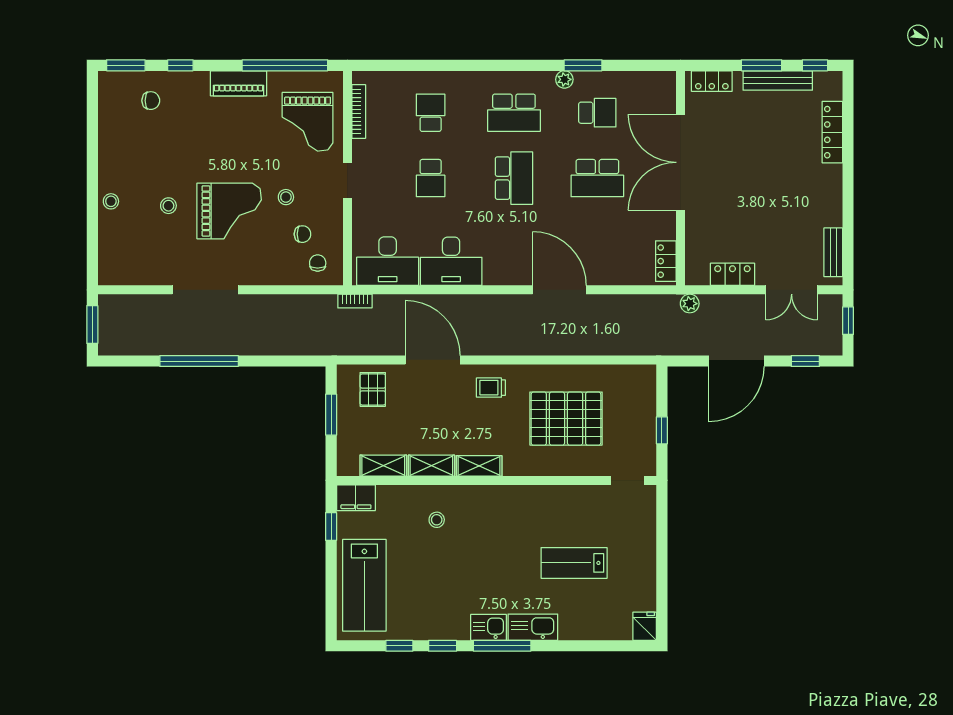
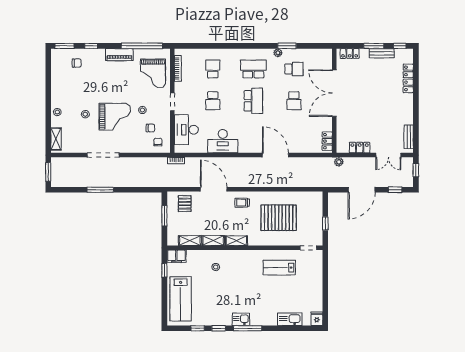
bench: (778, 80) -> (382, 53), width x0.73
school desk: (514, 113) -> (253, 69), turned 180
school desk: (597, 178) -> (294, 101), width x0.54
shelving: (108, 257) -> (56, 139), added
desk: (388, 261) -> (186, 130), moved, turned 90
window: (199, 361) -> (100, 190), width x0.68
lab bench: (574, 563) -> (279, 268), moved
kitchen sink: (533, 627) -> (290, 319), moved

